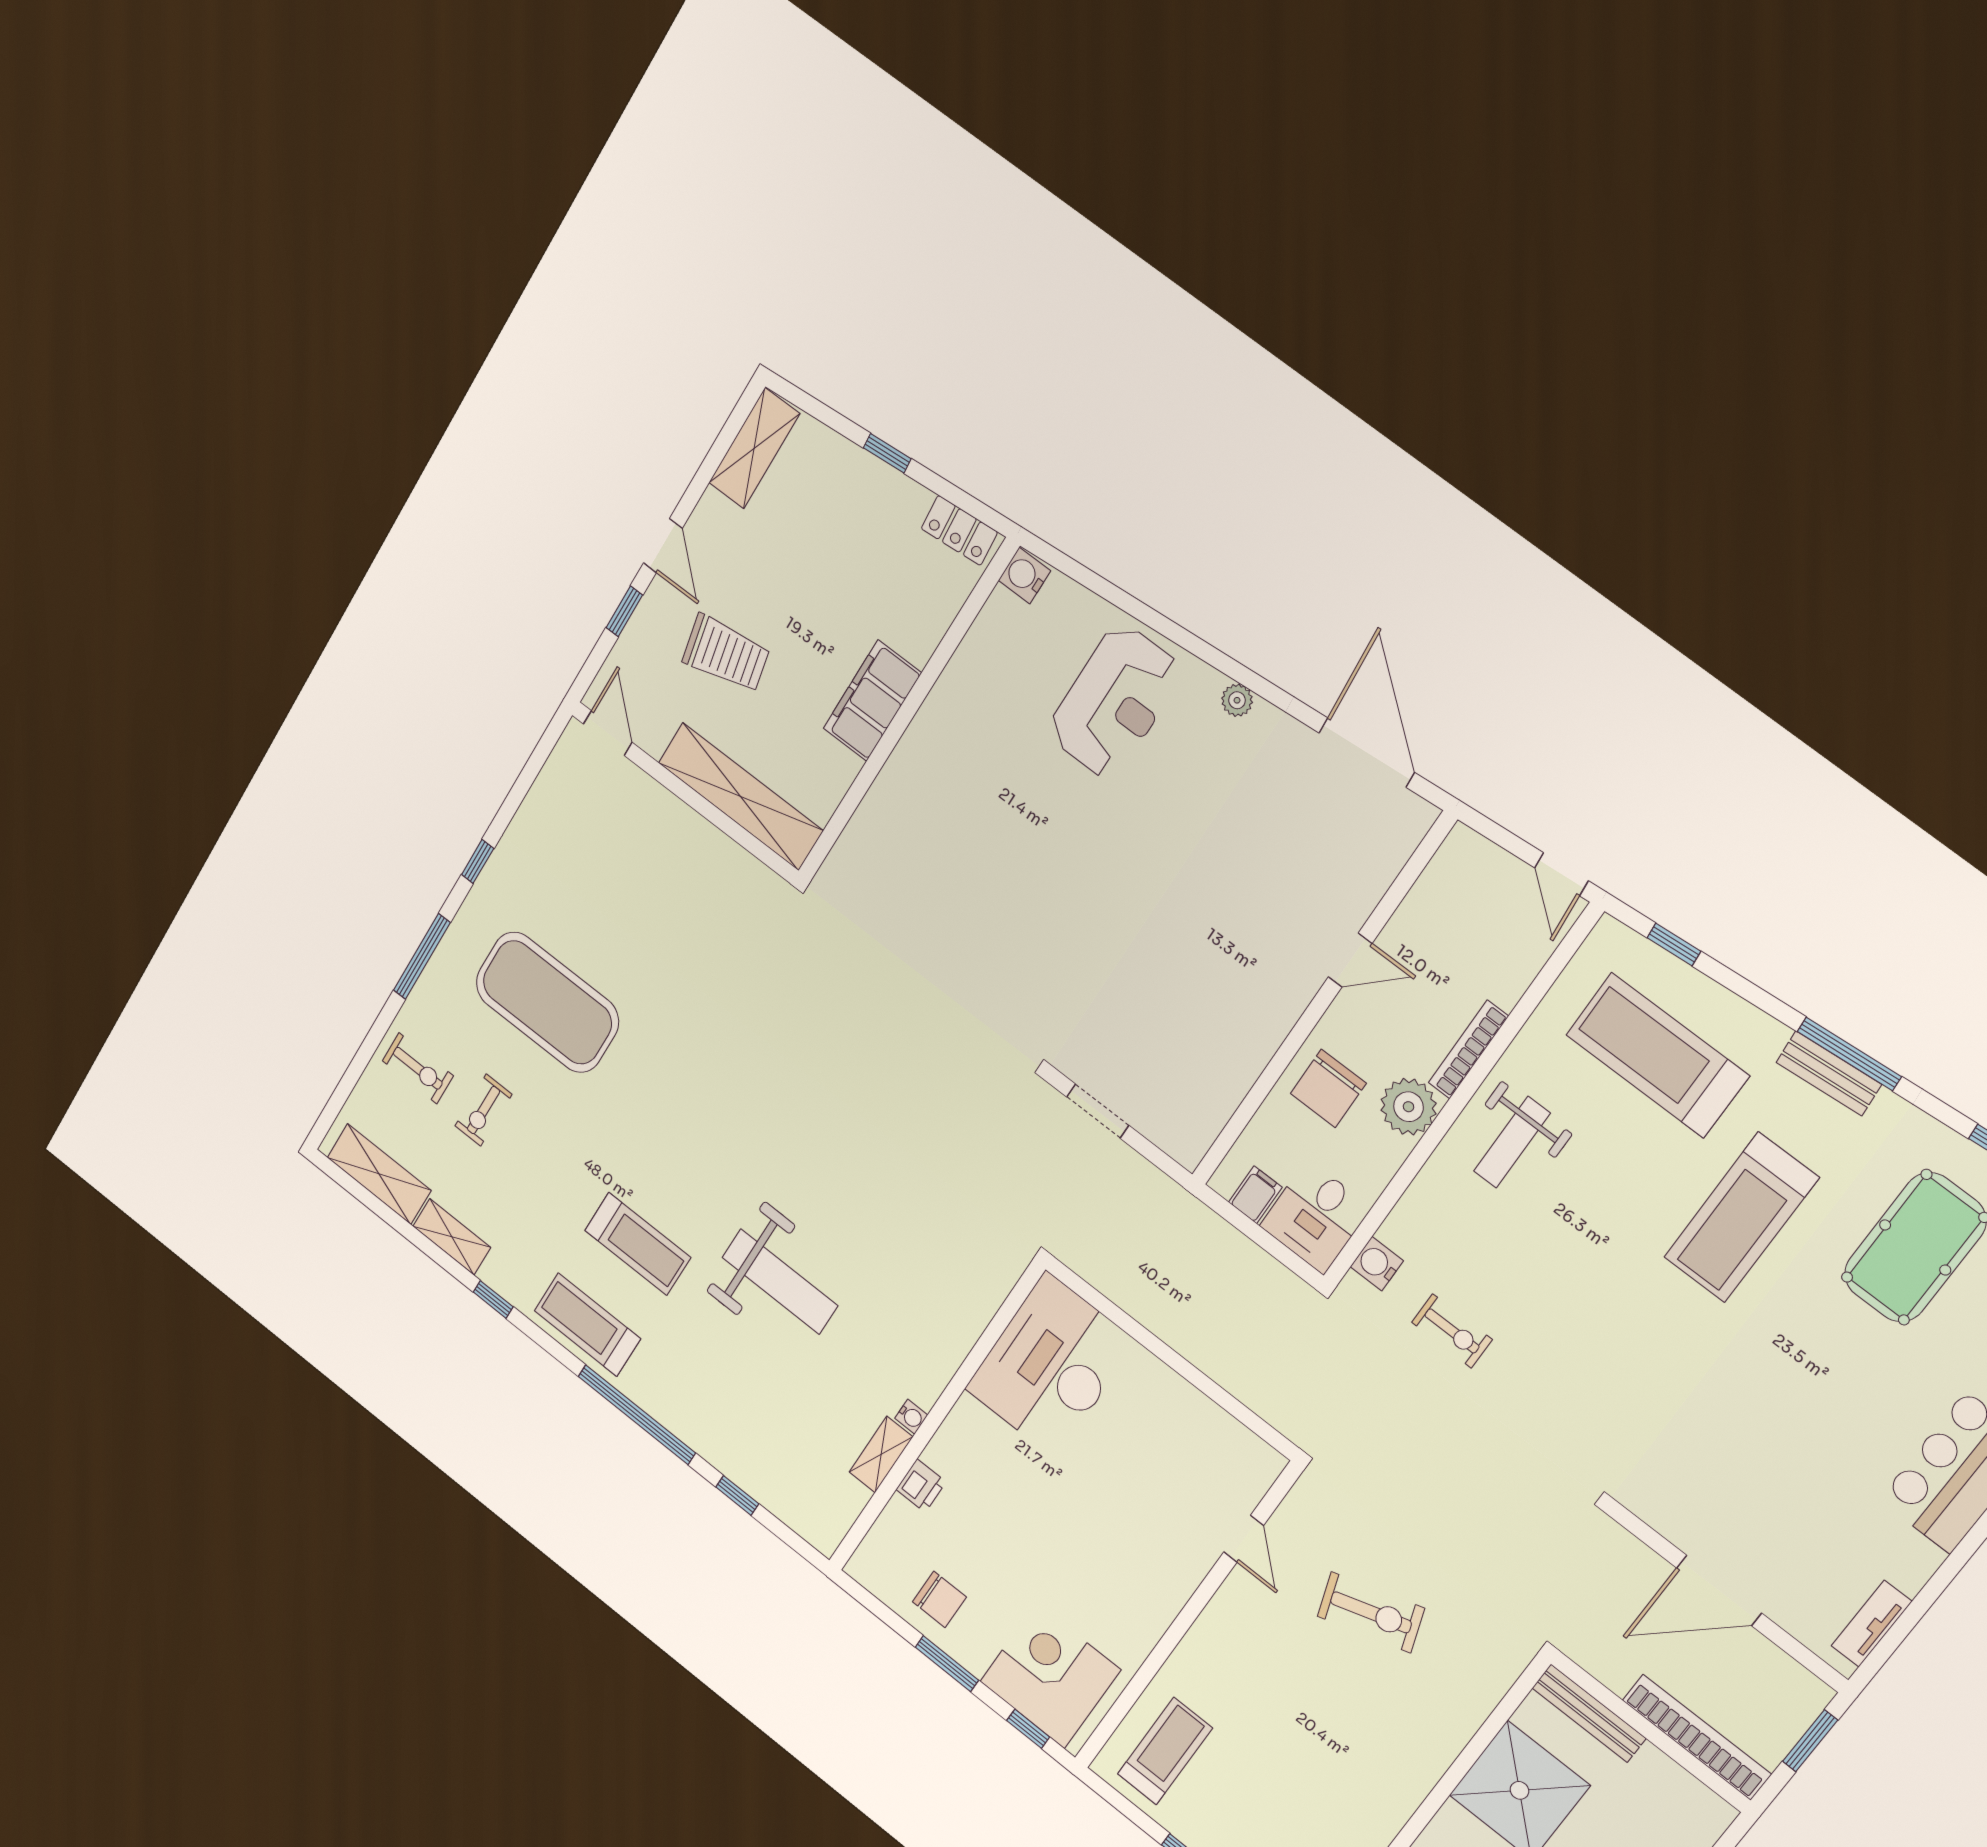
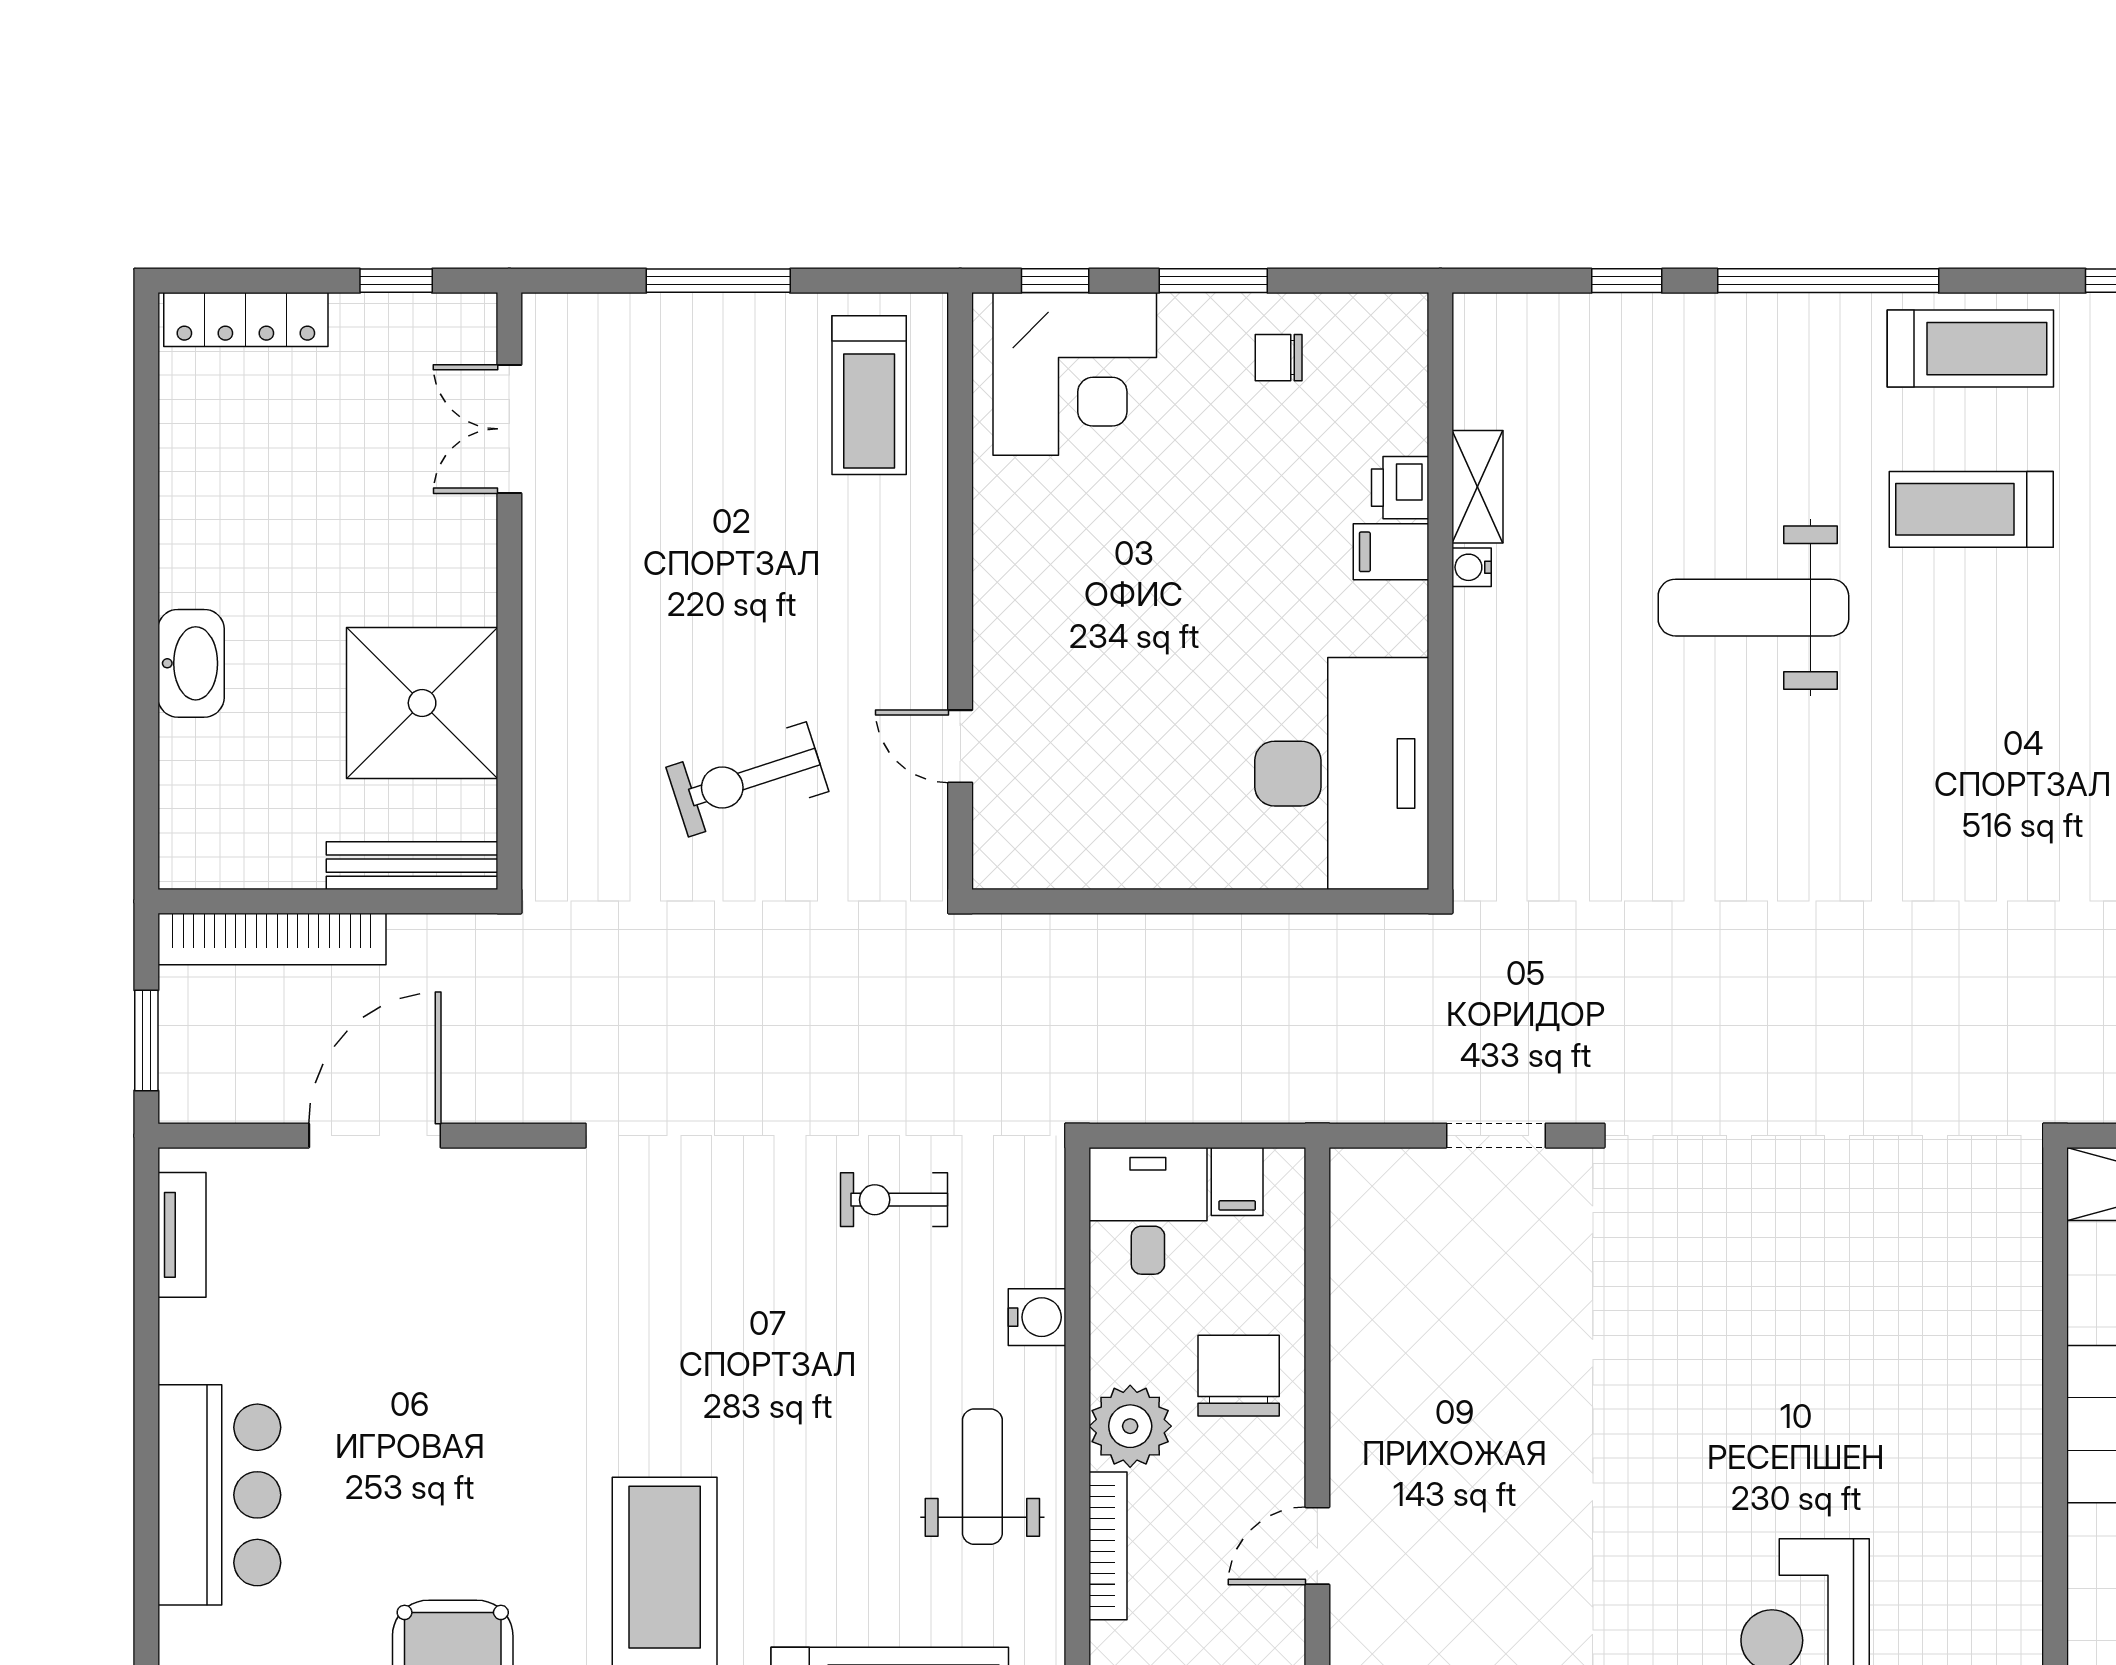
water cooler: (1377, 1264) -> (1037, 1317), moved
filing cabinet: (948, 1457) -> (1391, 552), added
chair: (939, 1599) -> (1279, 358), width x0.73, depth x0.73

